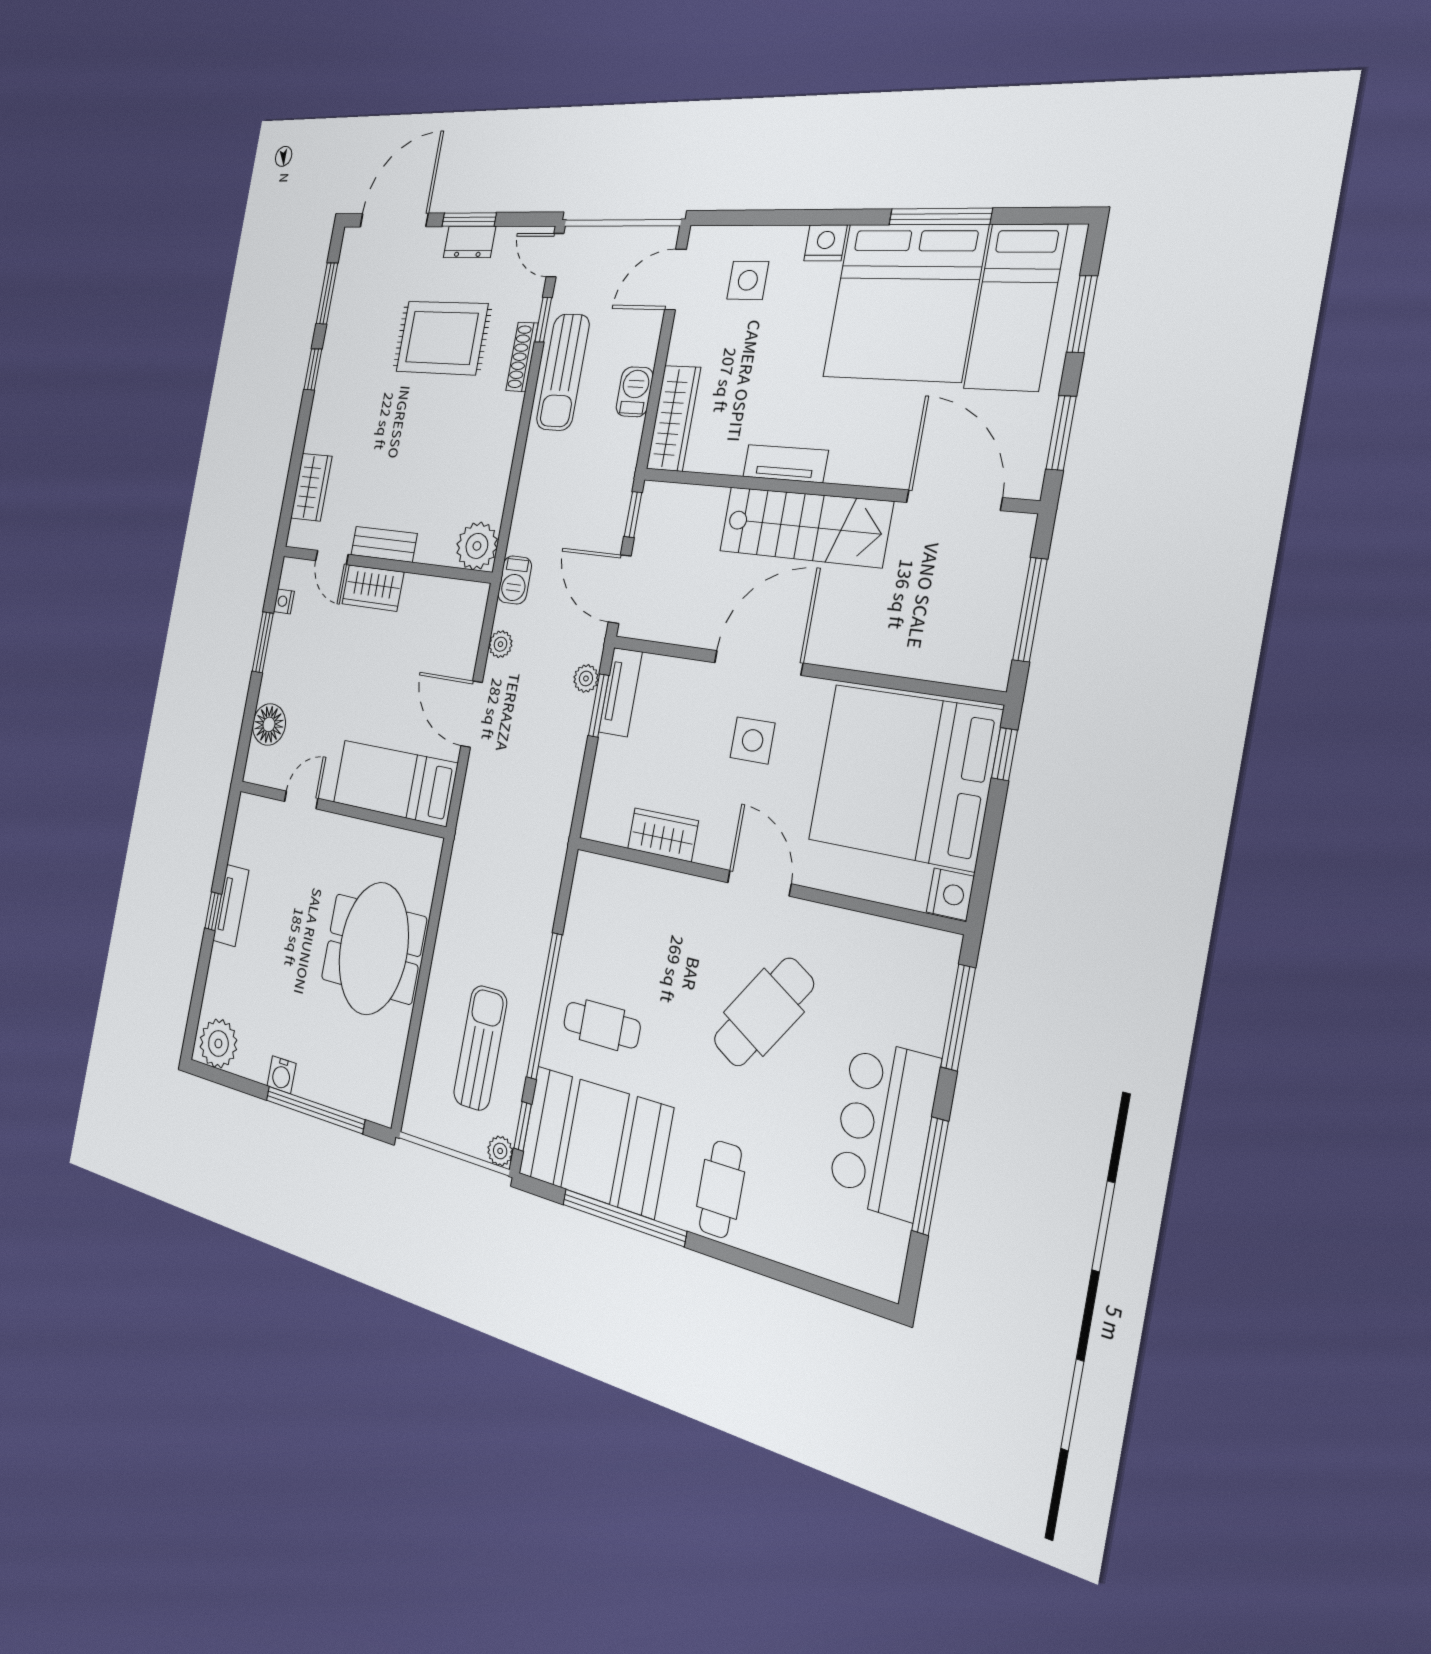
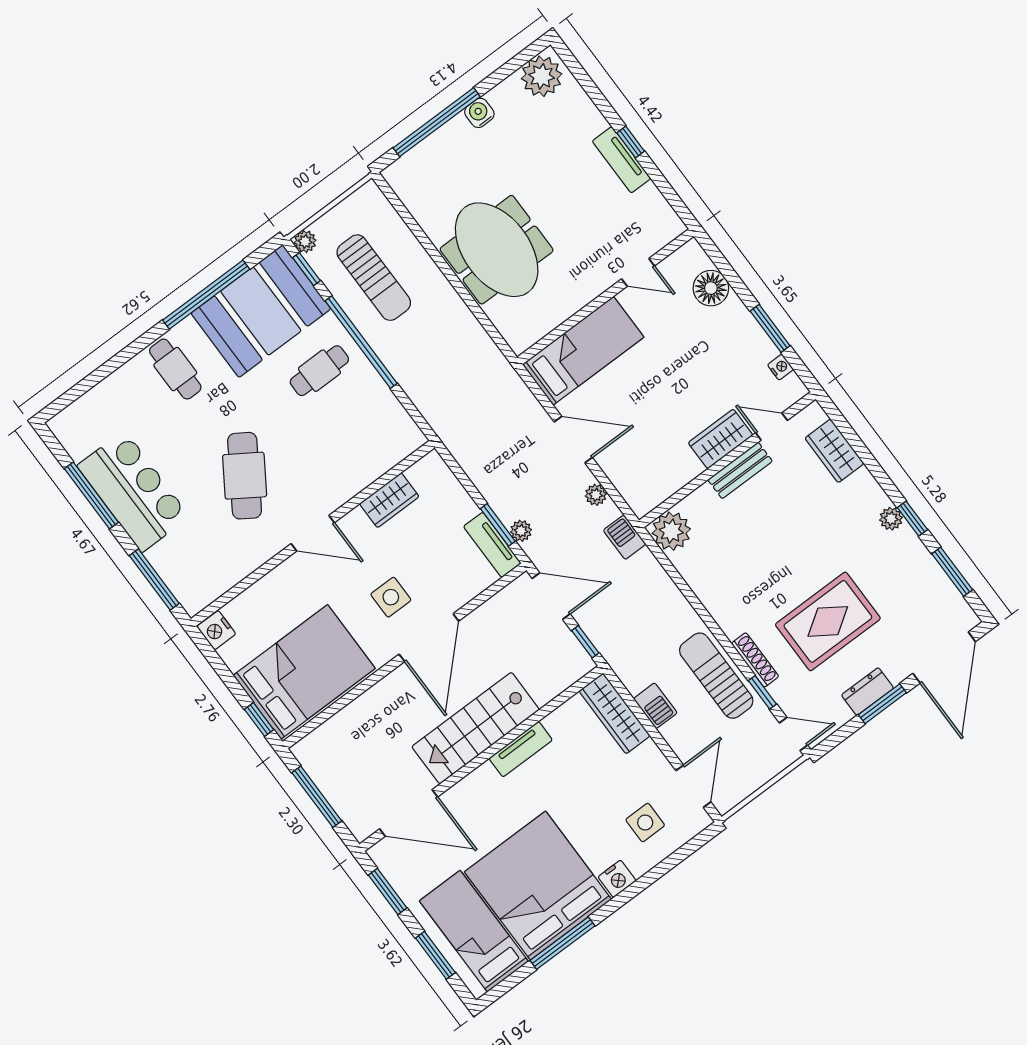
plant: (326, 385) -> (891, 519), added
bed: (904, 776) -> (304, 672), width x0.73
door: (301, 800) -> (638, 272), hinge flipped

